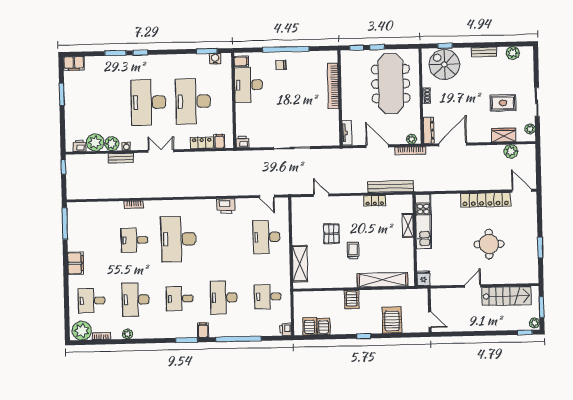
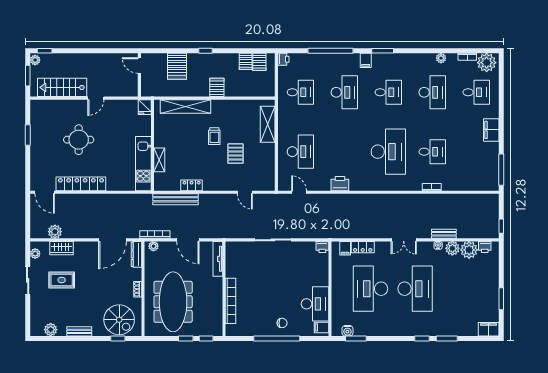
desk: (193, 101) -> (371, 289), turned 180
tv unit: (347, 133) -> (218, 259), width x1.41

